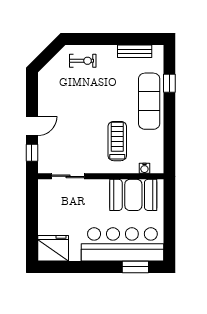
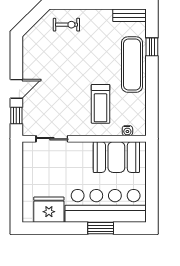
bench: (135, 51) -> (129, 15), moved
treadmill: (117, 141) -> (101, 104), turned 180
fridge: (53, 248) -> (49, 210), moved
window: (135, 267) -> (101, 228), moved

